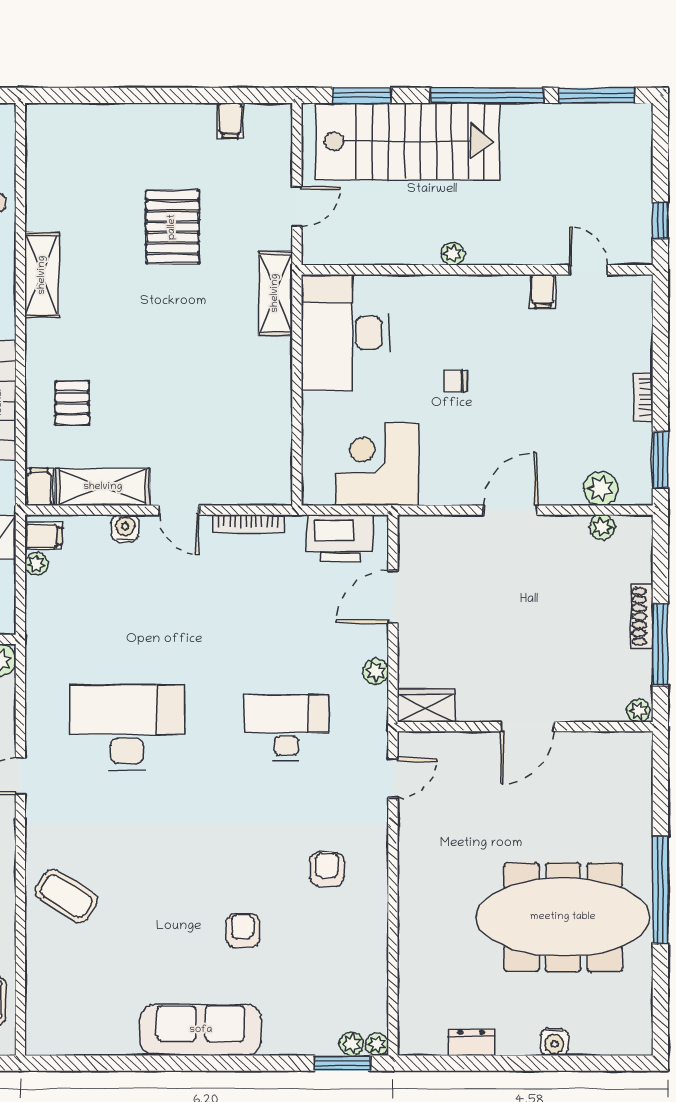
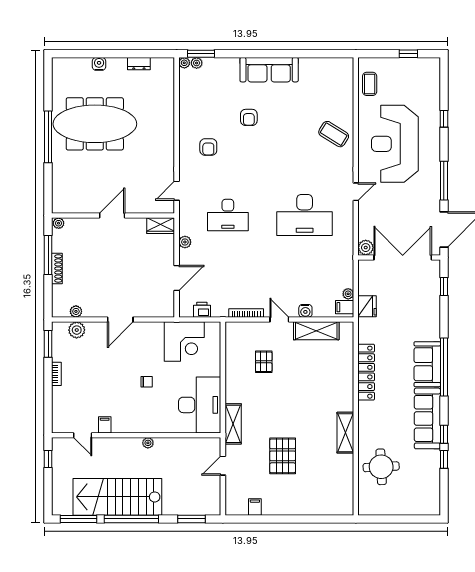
stairs: (408, 141) -> (117, 497), moved
pallet: (72, 403) -> (264, 362), moved
filing cabinet: (39, 487) -> (347, 331), removed
printer: (340, 538) -> (202, 310), width x0.53, depth x0.68

